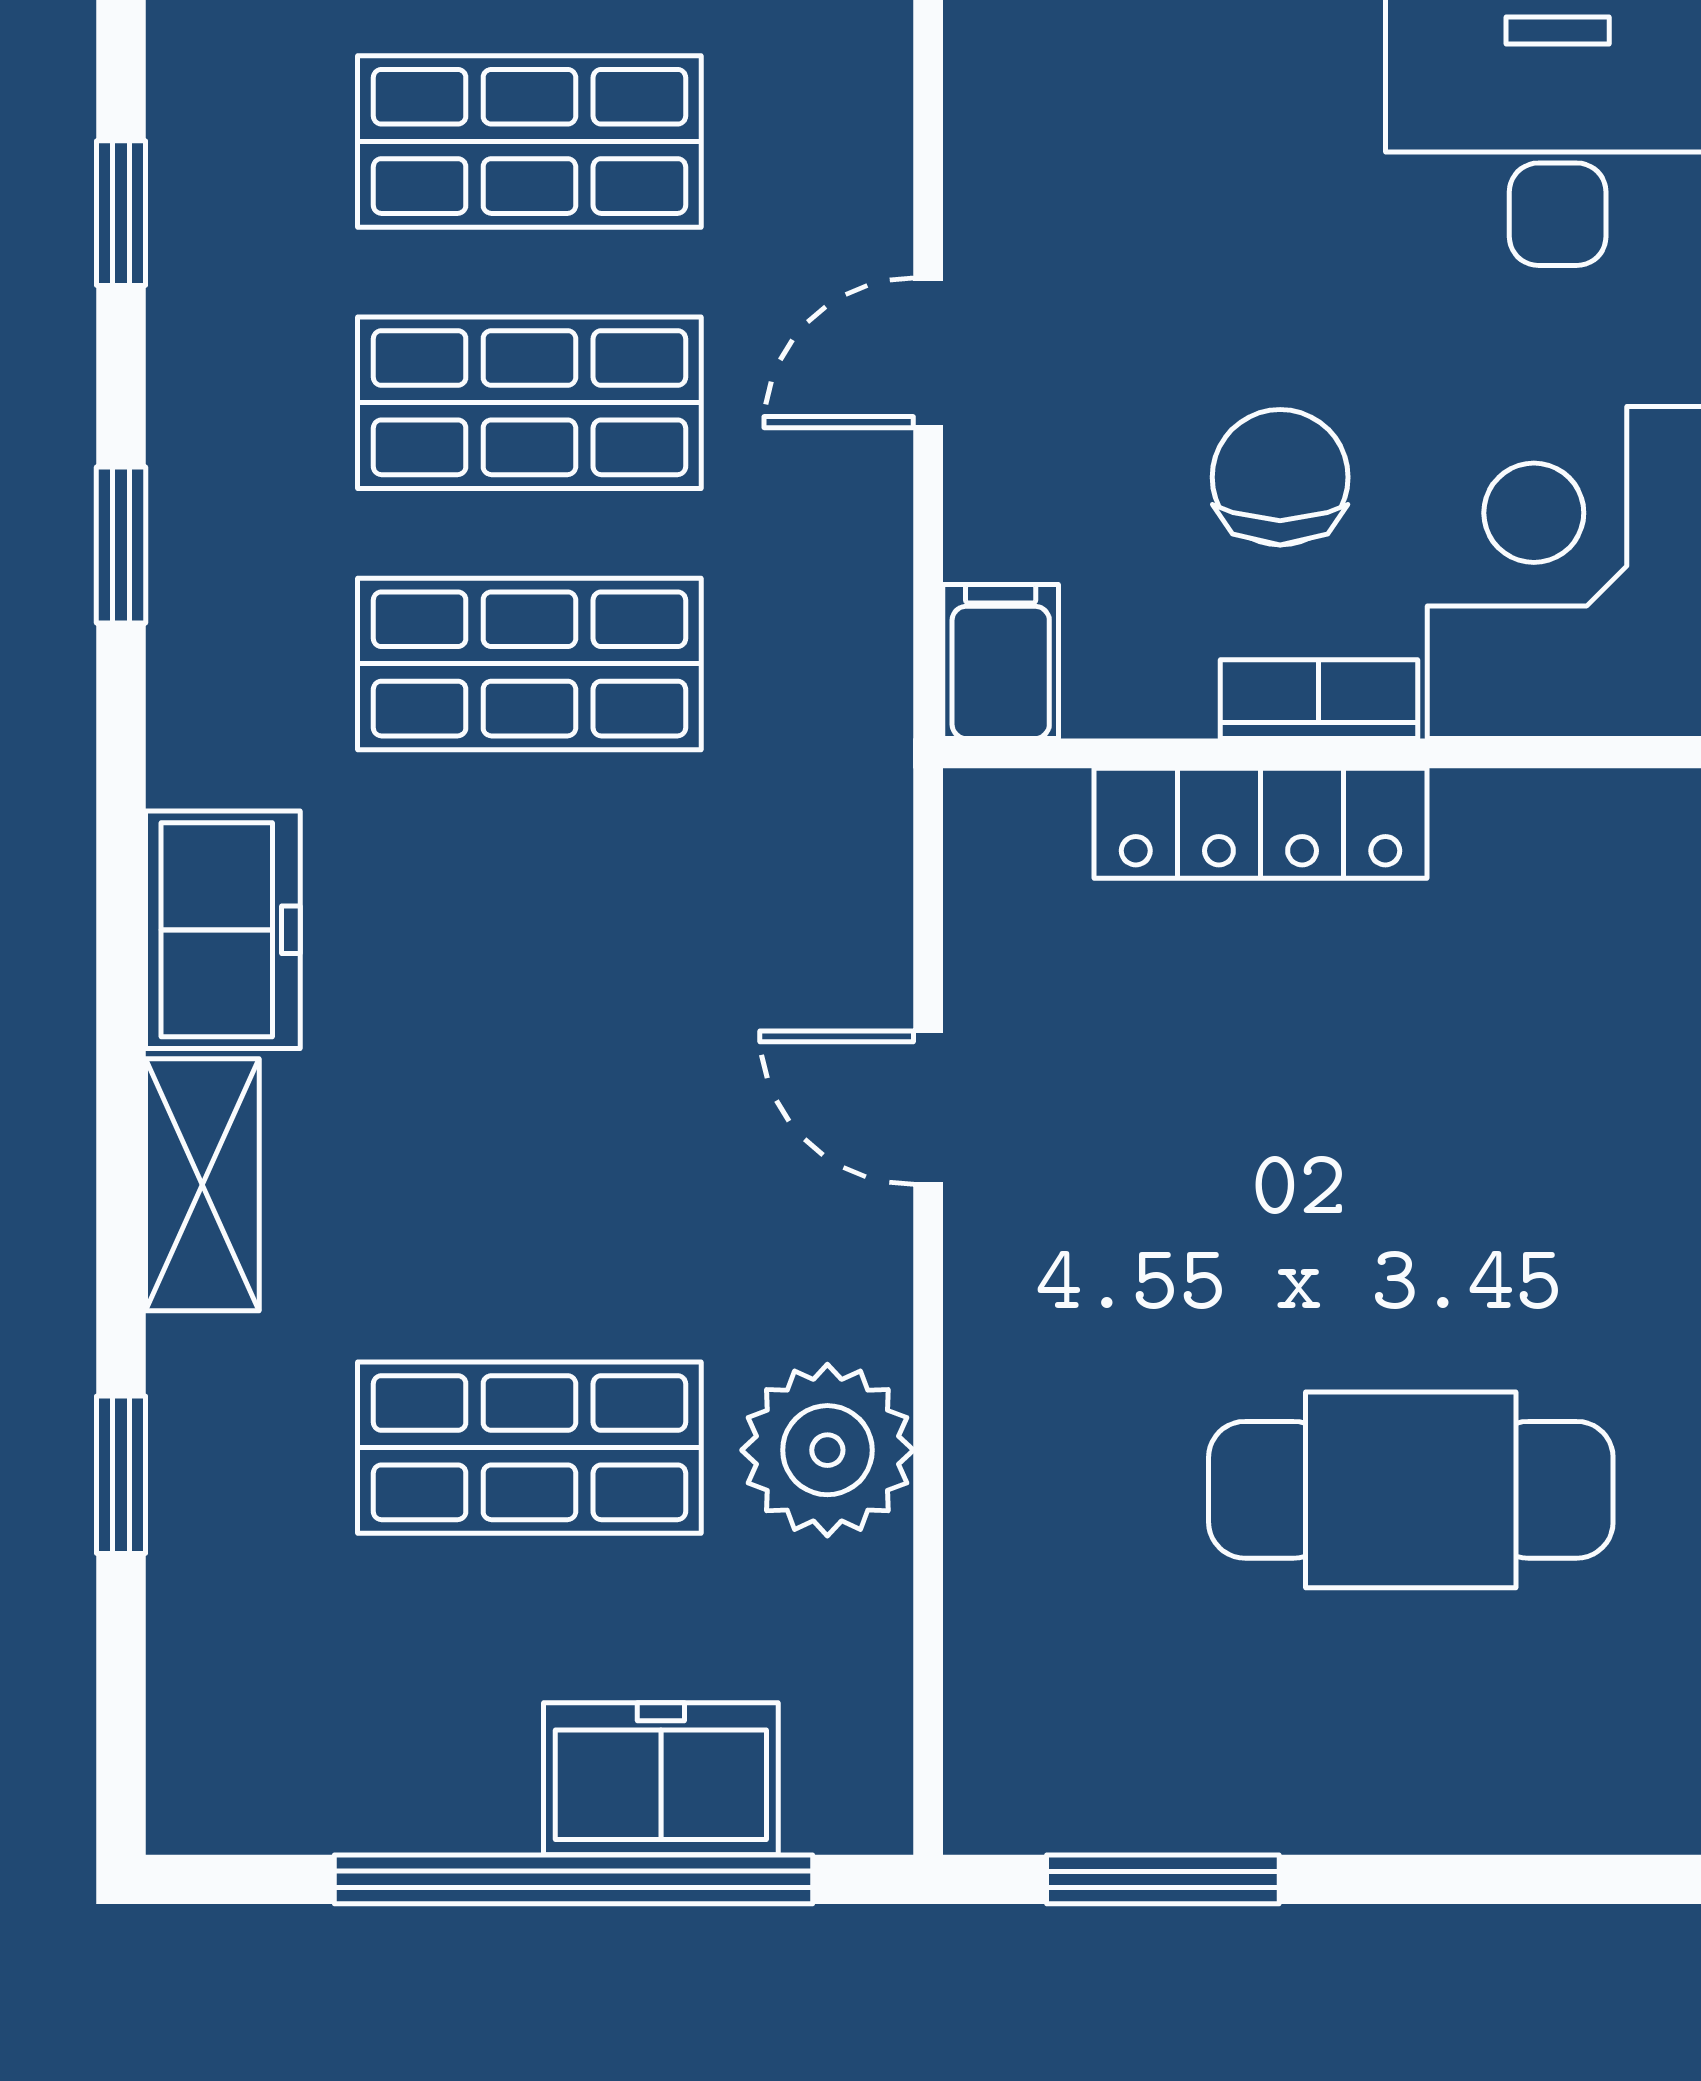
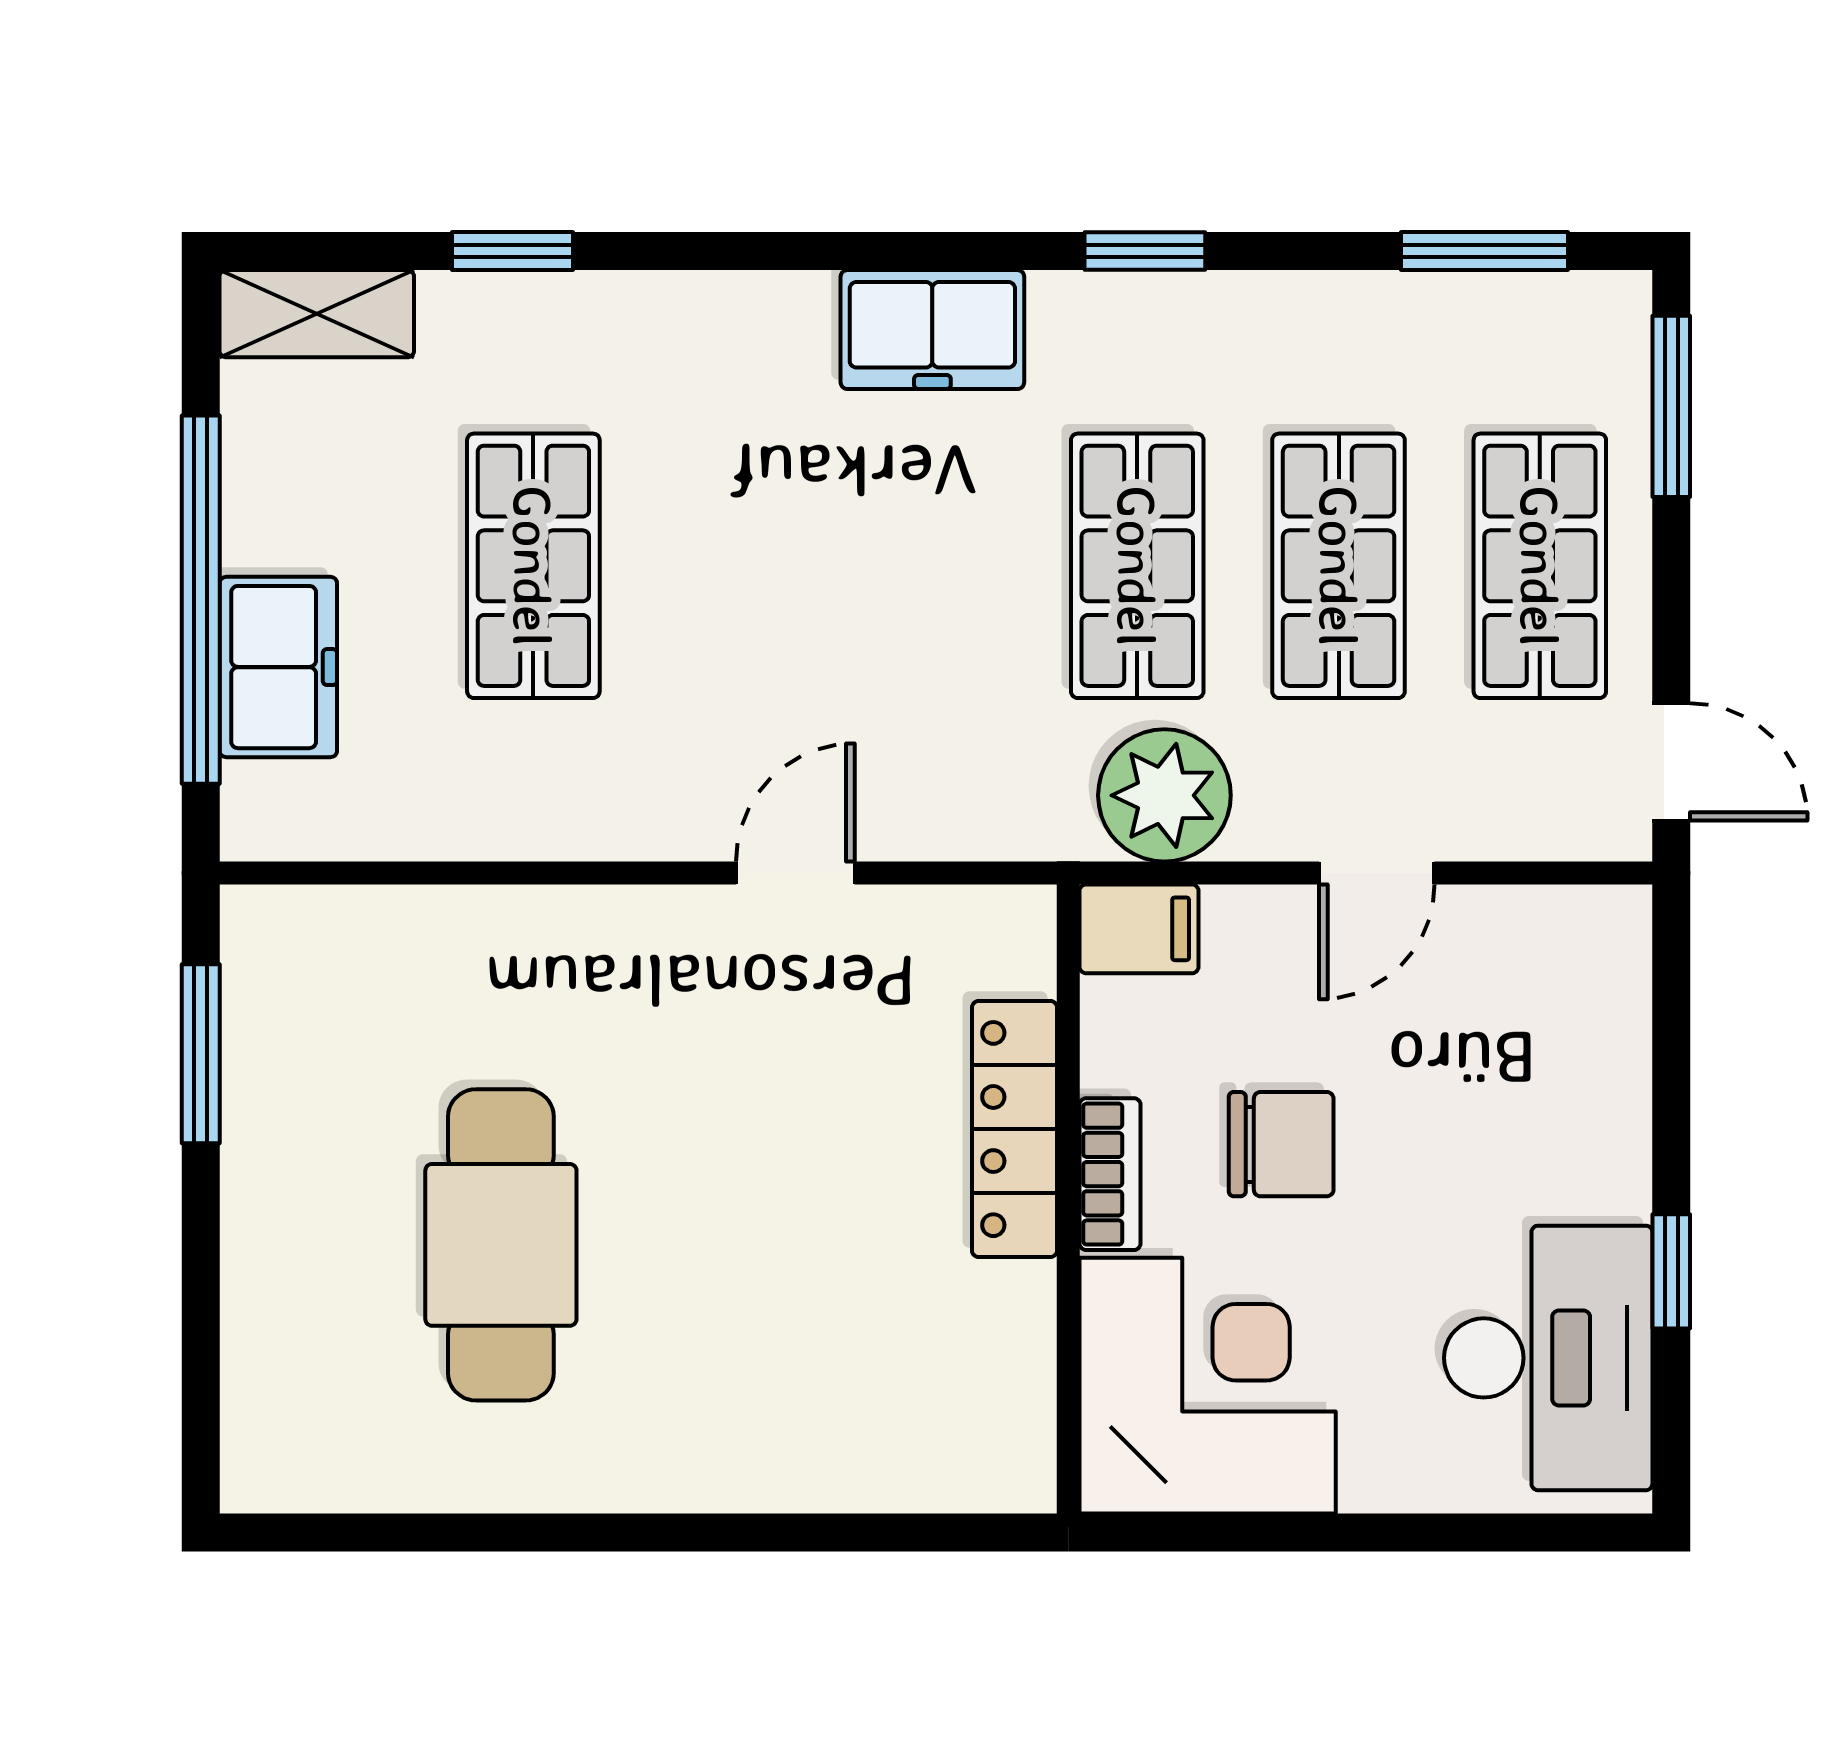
window: (121, 213) -> (1485, 251), width x1.50
door: (928, 353) -> (1377, 873), swing flipped
window: (121, 545) -> (1145, 251), moved
shelving: (202, 1185) -> (317, 314), moved
plant: (827, 1450) -> (1164, 795), moved

